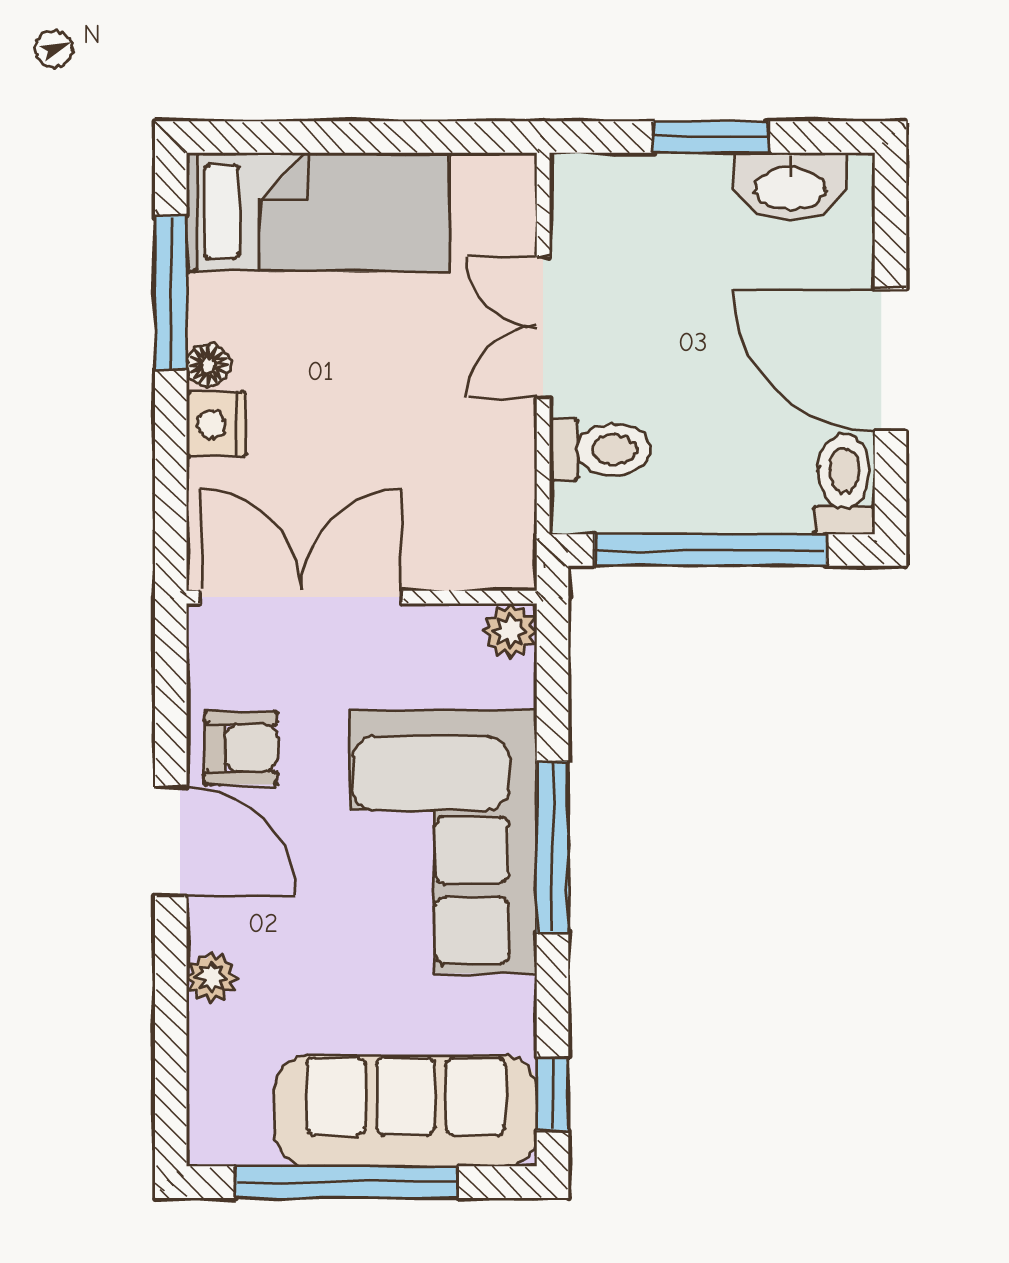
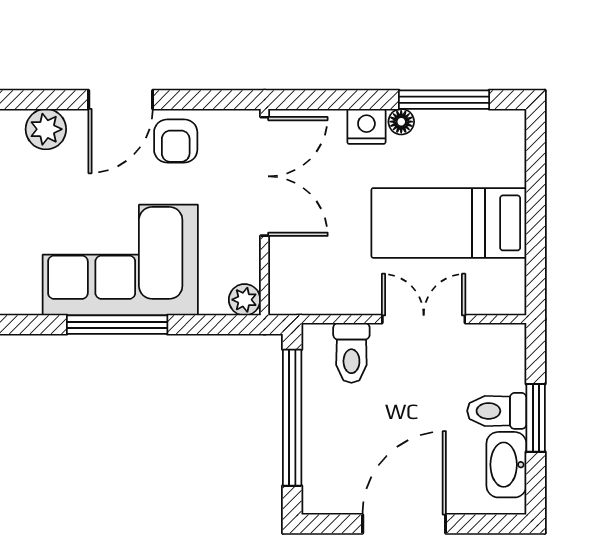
bed: (318, 212) -> (449, 223), moved, turned 90
toilet: (844, 484) -> (497, 411), moved, turned 180
plant: (211, 977) -> (46, 129), width x1.38, depth x1.38

